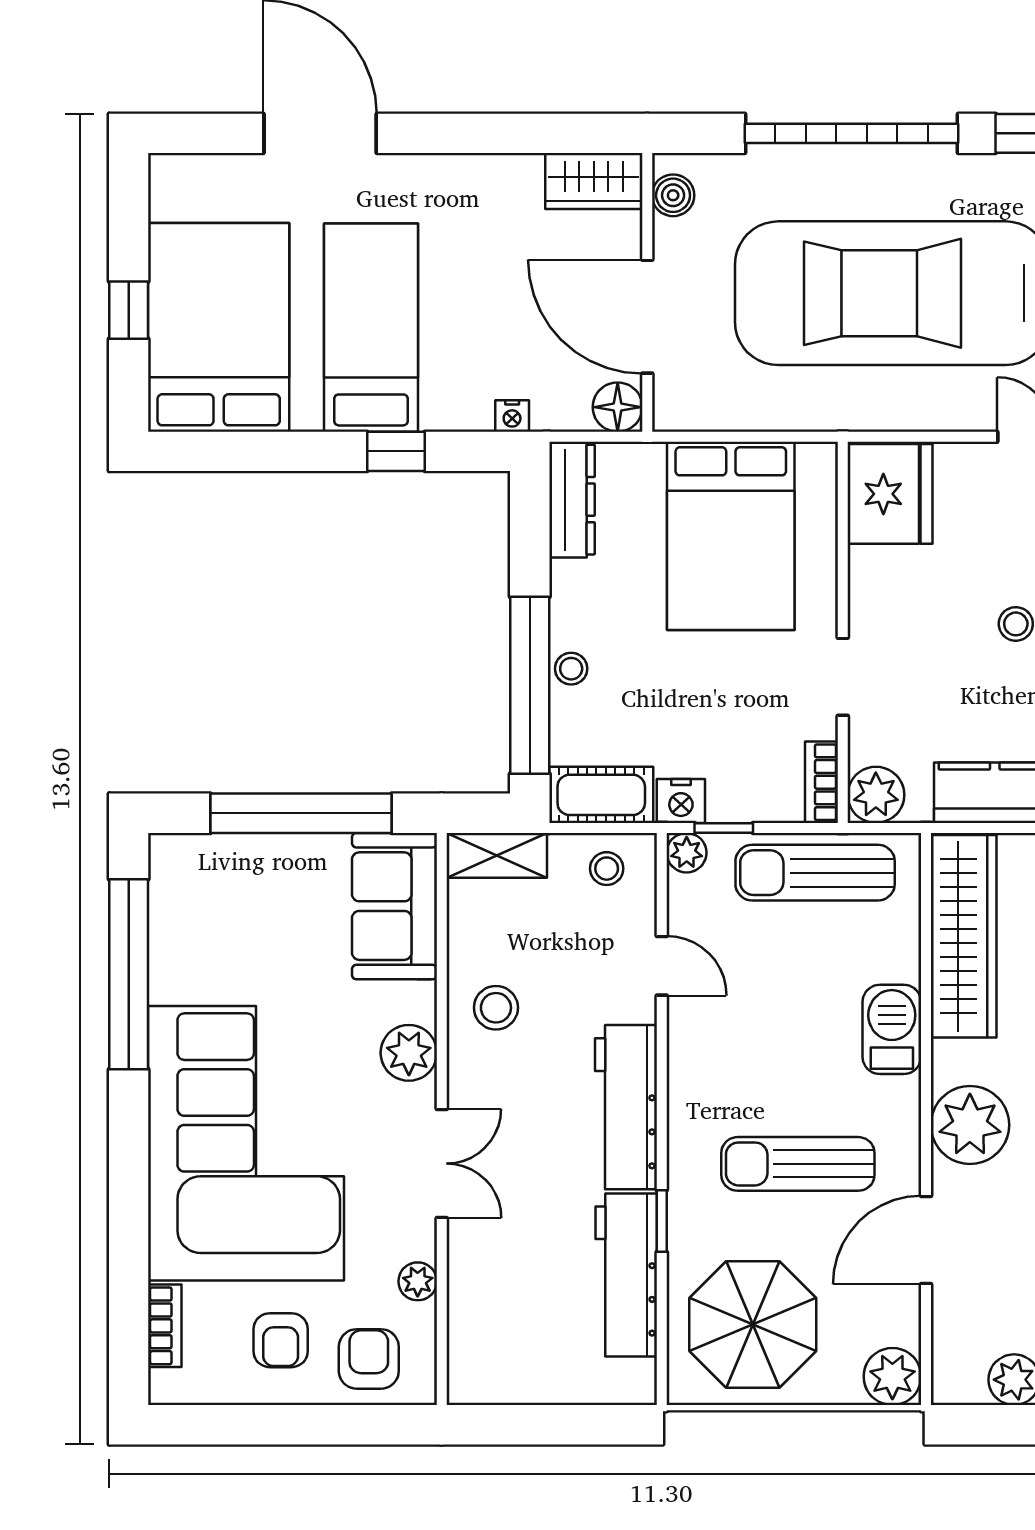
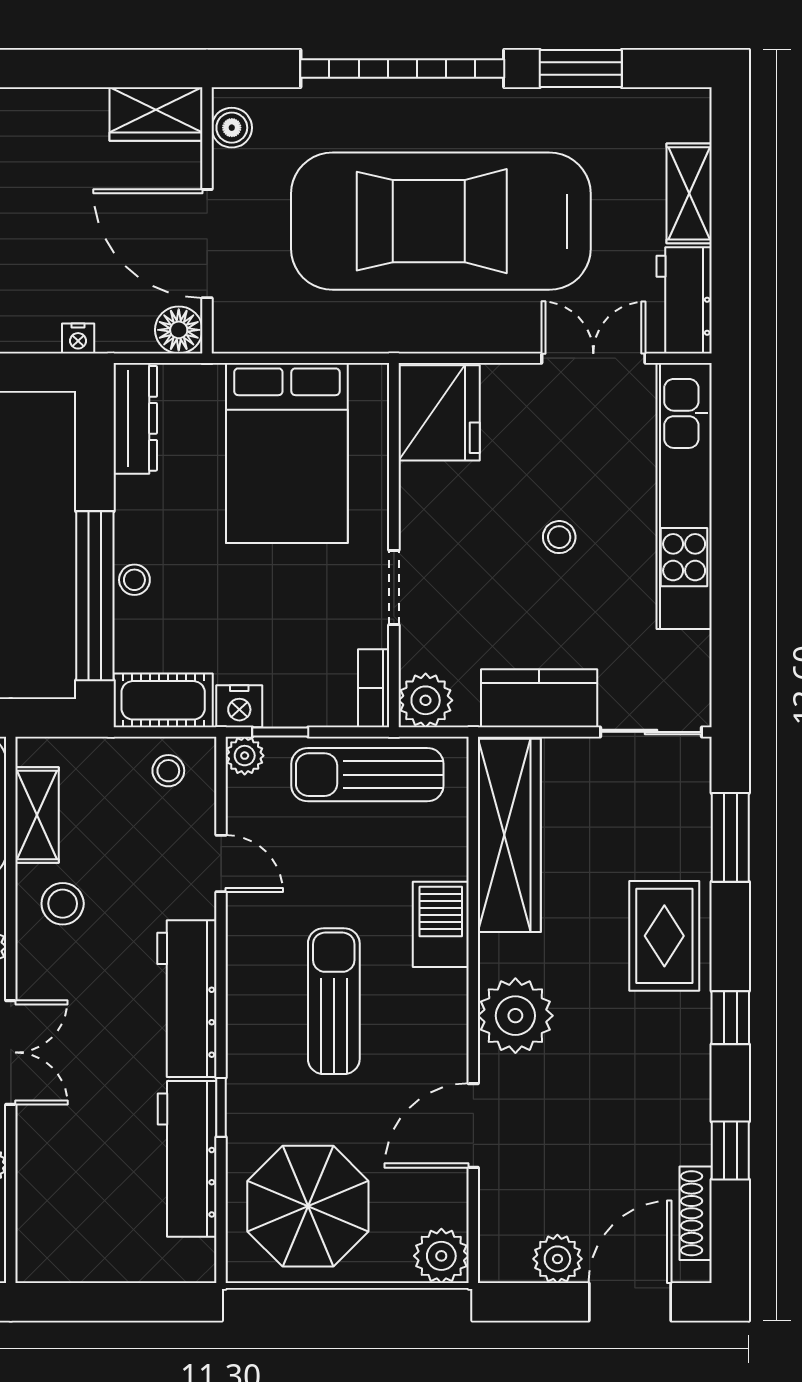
shelving: (497, 855) -> (37, 815), moved, turned 90
sun lounger: (798, 1164) -> (334, 1001), moved, turned 90

